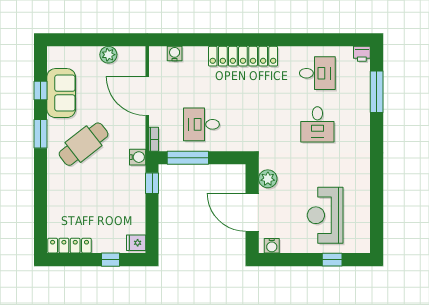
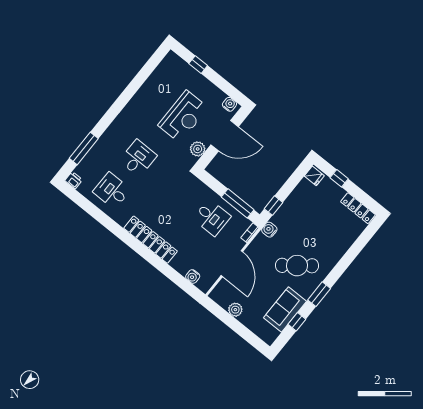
door: (252, 212) -> (225, 136), hinge flipped
reception desk: (325, 215) -> (183, 116), moved

